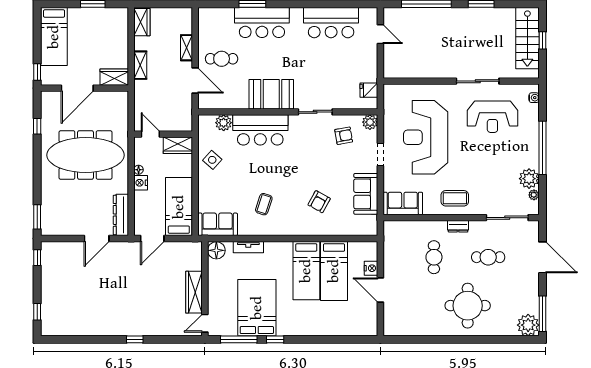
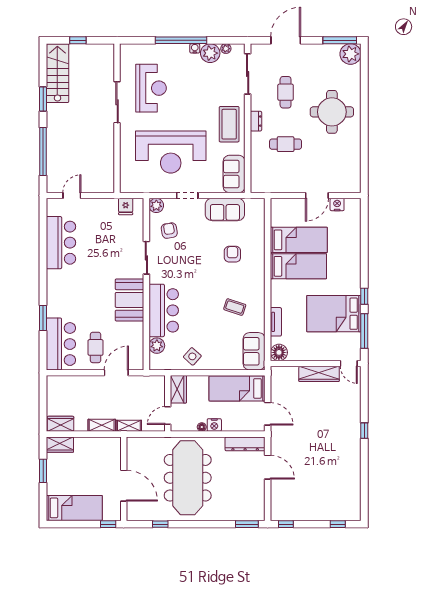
bar counter: (262, 23) -> (61, 344), moved
stairs: (527, 38) -> (57, 73), moved, turned -90
shelving: (186, 48) -> (129, 426), moved
wardrobe: (114, 77) -> (60, 445), moved, turned -90
water cooler: (534, 98) -> (195, 48), moved
coffee table: (455, 198) -> (229, 124), width x1.36, depth x1.32
armchair: (319, 202) -> (232, 254), turned -119
nightstand: (371, 268) -> (337, 204), moved

